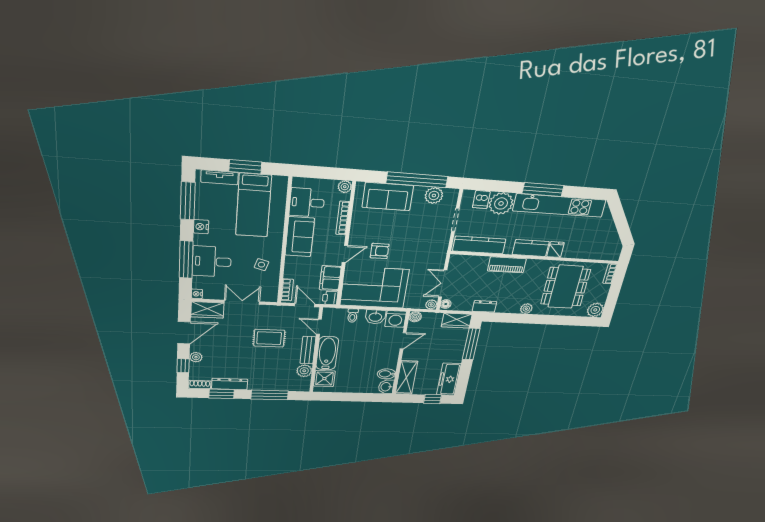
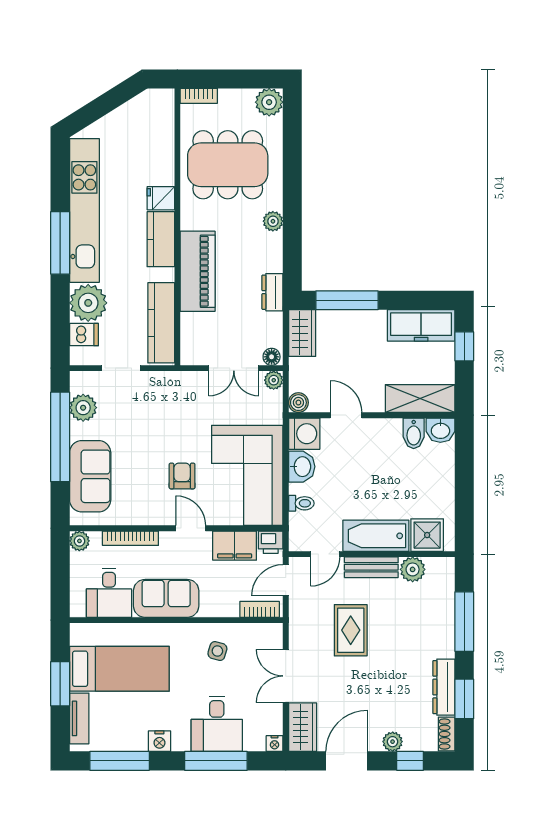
piano: (507, 265) -> (198, 271), width x1.37, depth x1.33
door: (184, 333) -> (347, 761), hinge flipped

